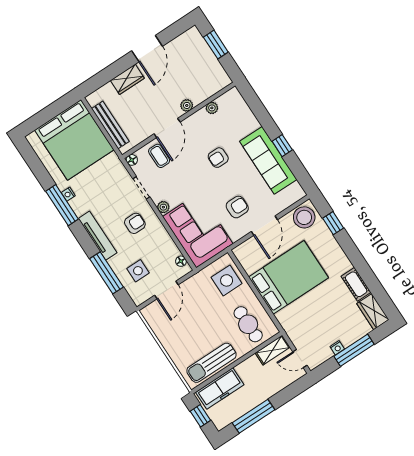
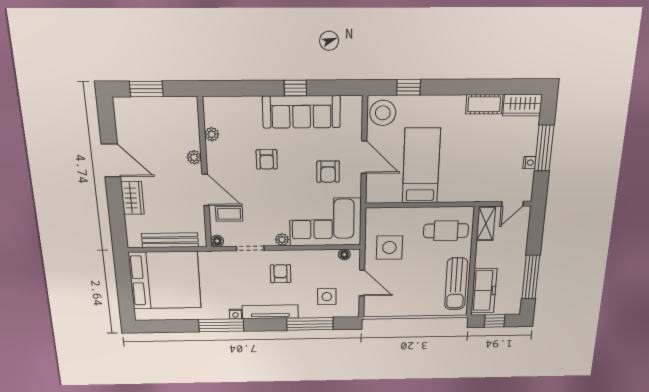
nightstand: (68, 194) -> (235, 314), moved
armchair: (237, 207) -> (328, 172), turned 180
bed: (289, 277) -> (421, 166), width x0.67
side table: (227, 280) -> (389, 248), moved

